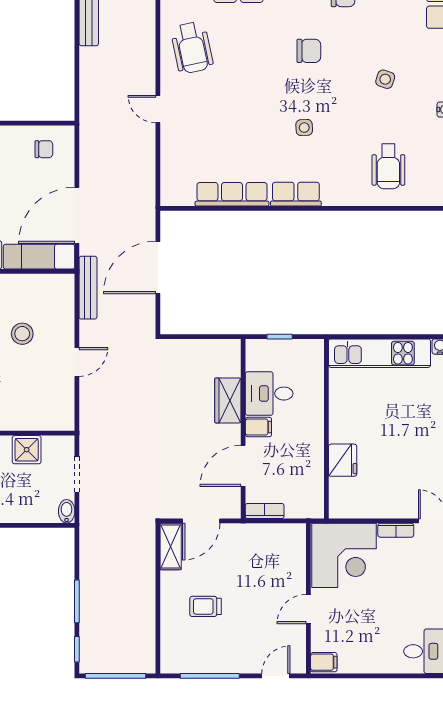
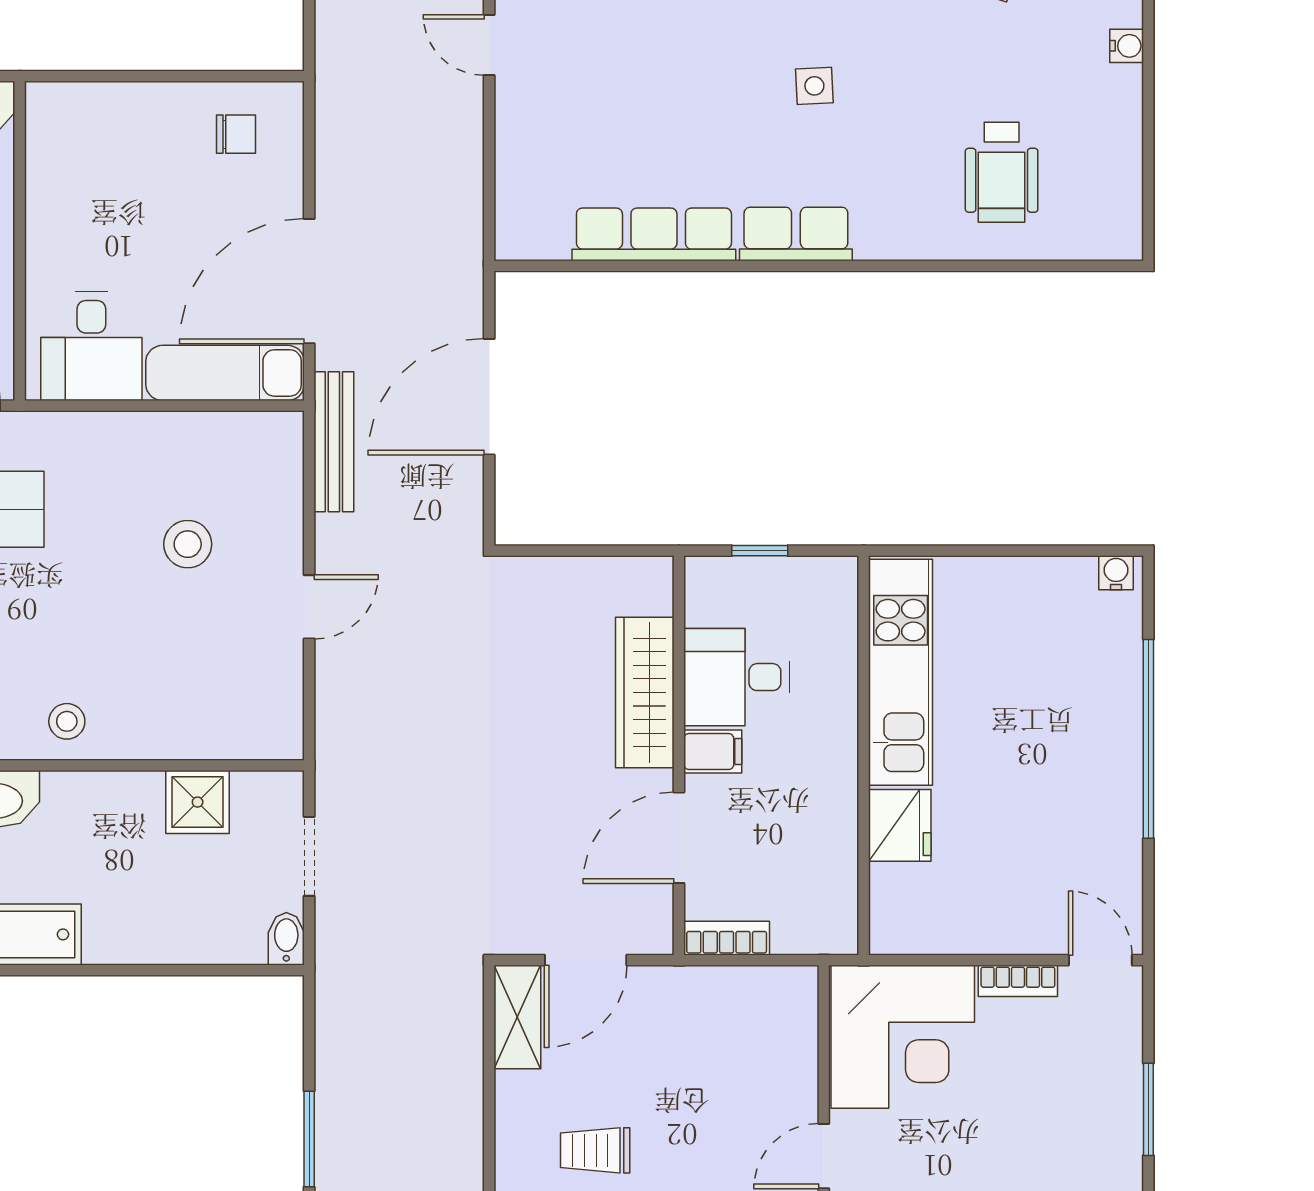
kitchen unit: (380, 353) -> (901, 672), moved, turned -90
wardrobe: (228, 400) -> (645, 692), width x1.50

